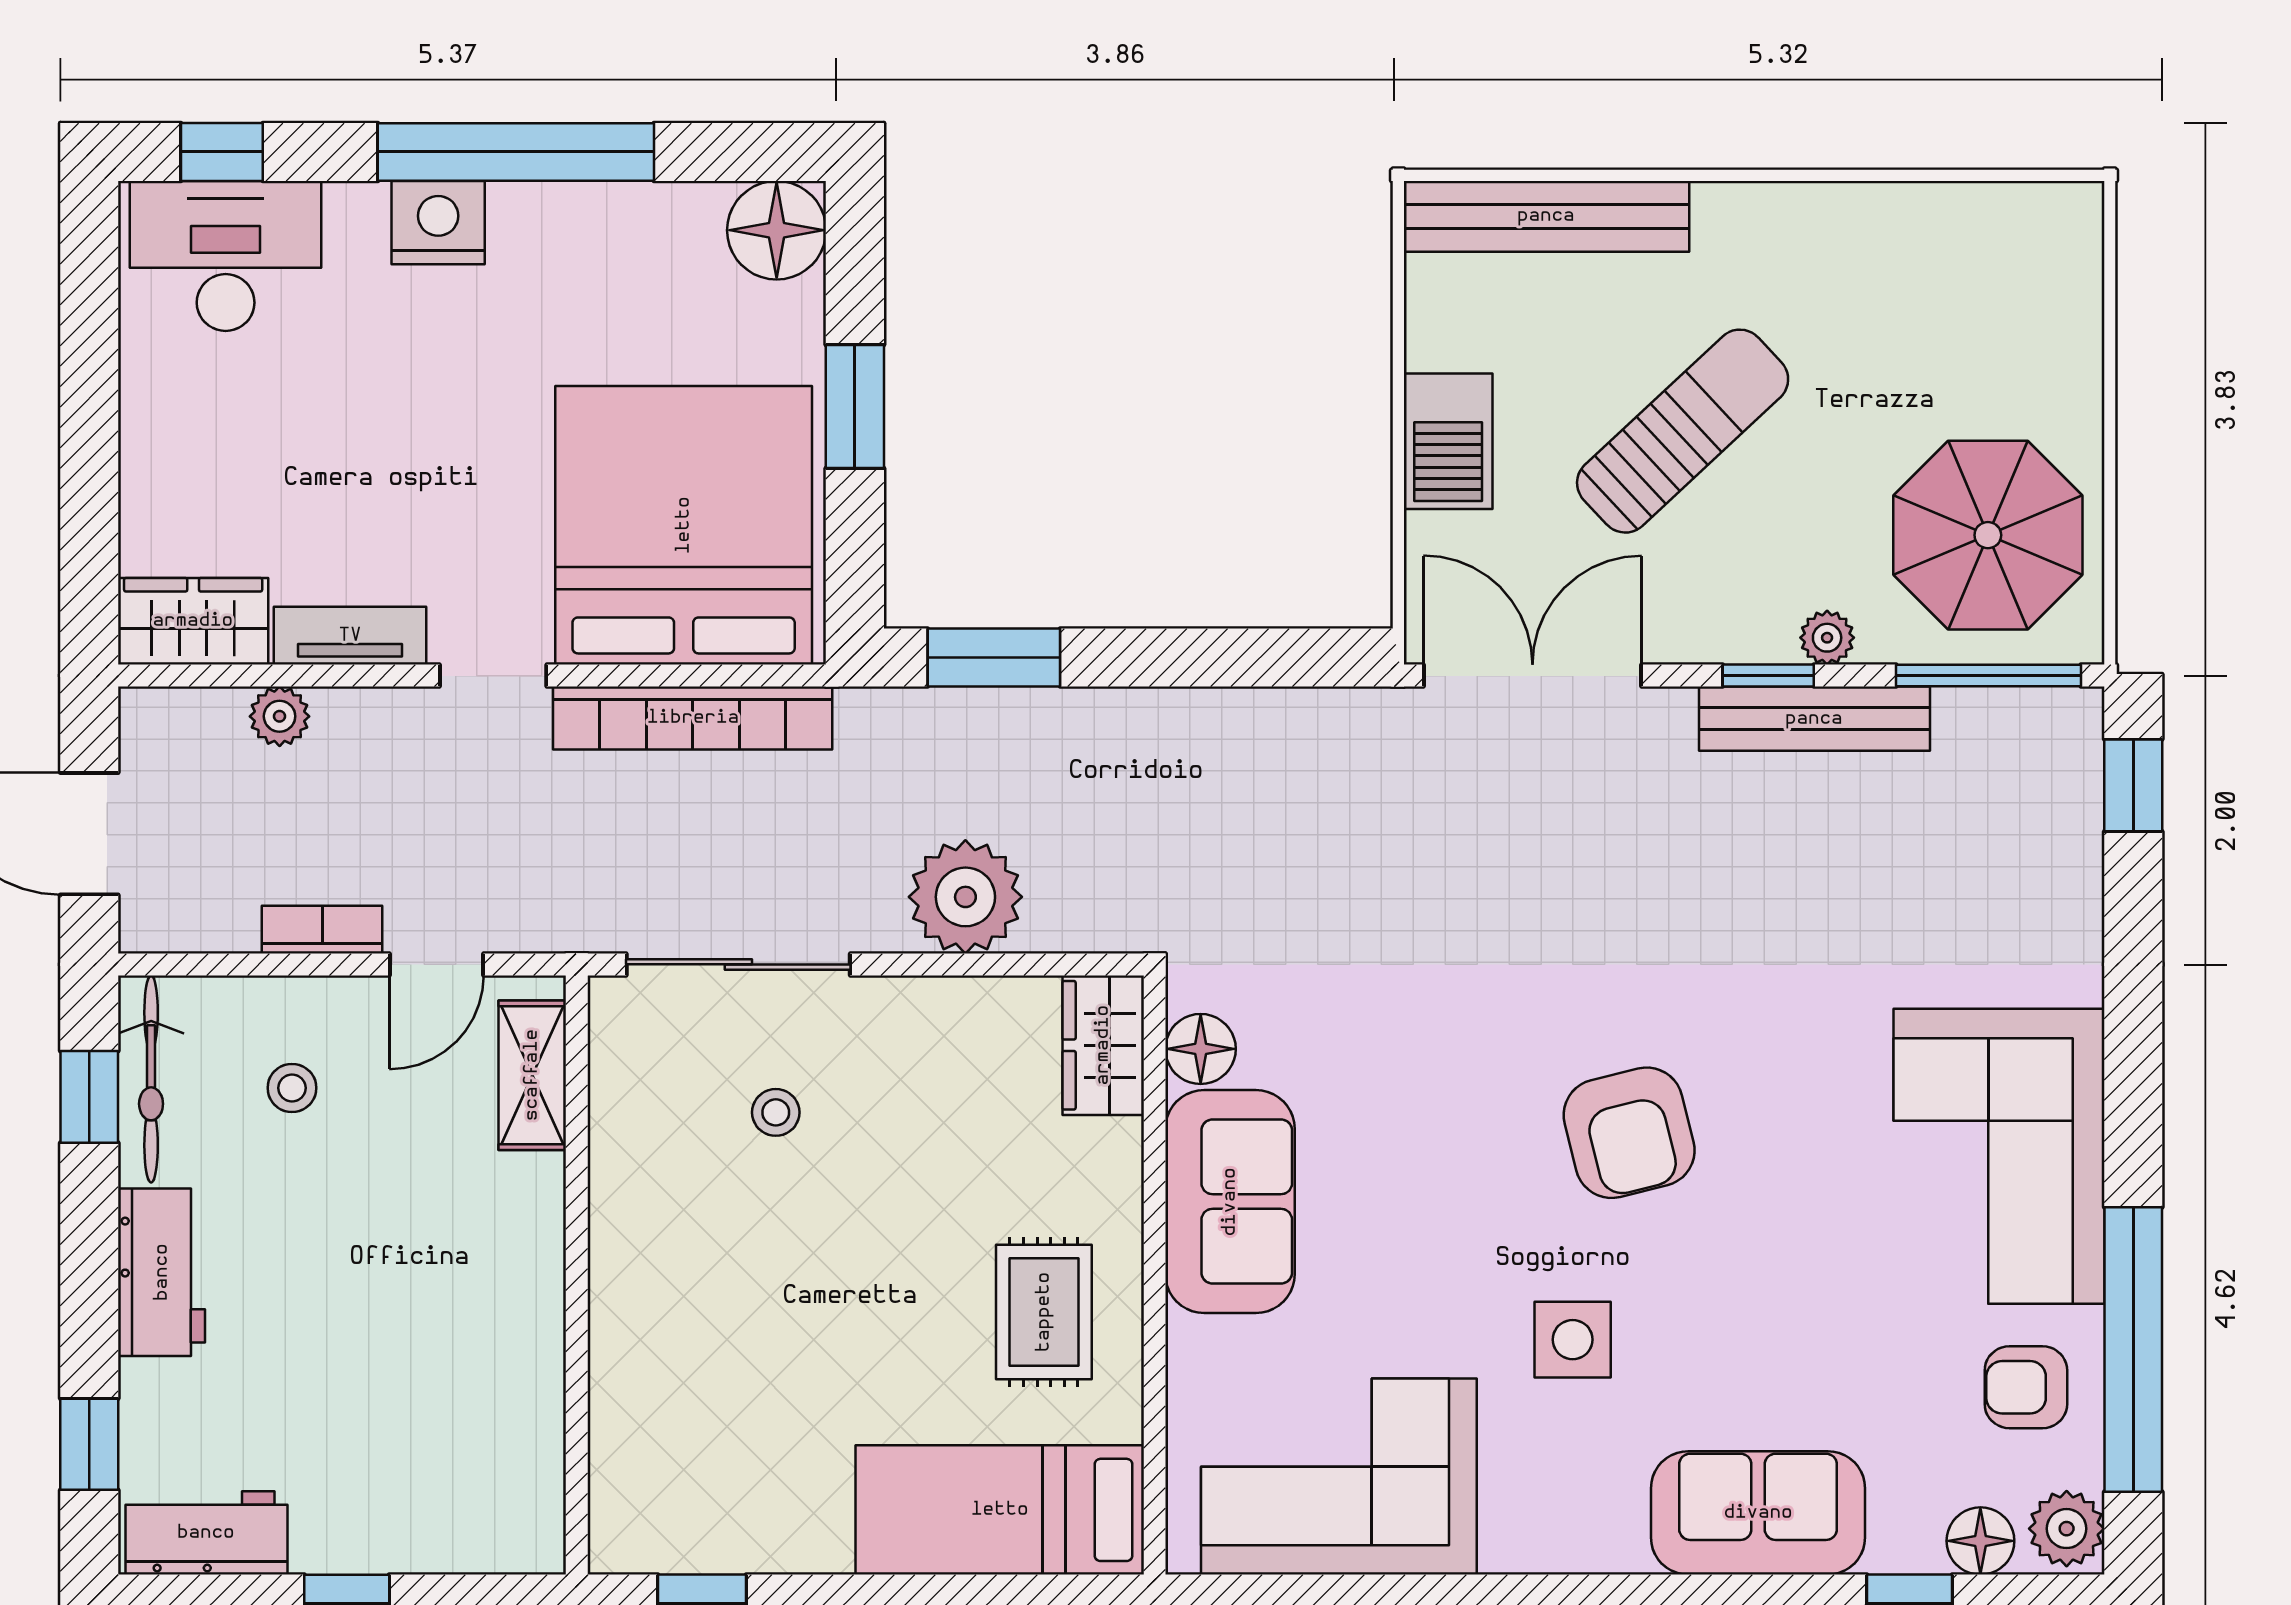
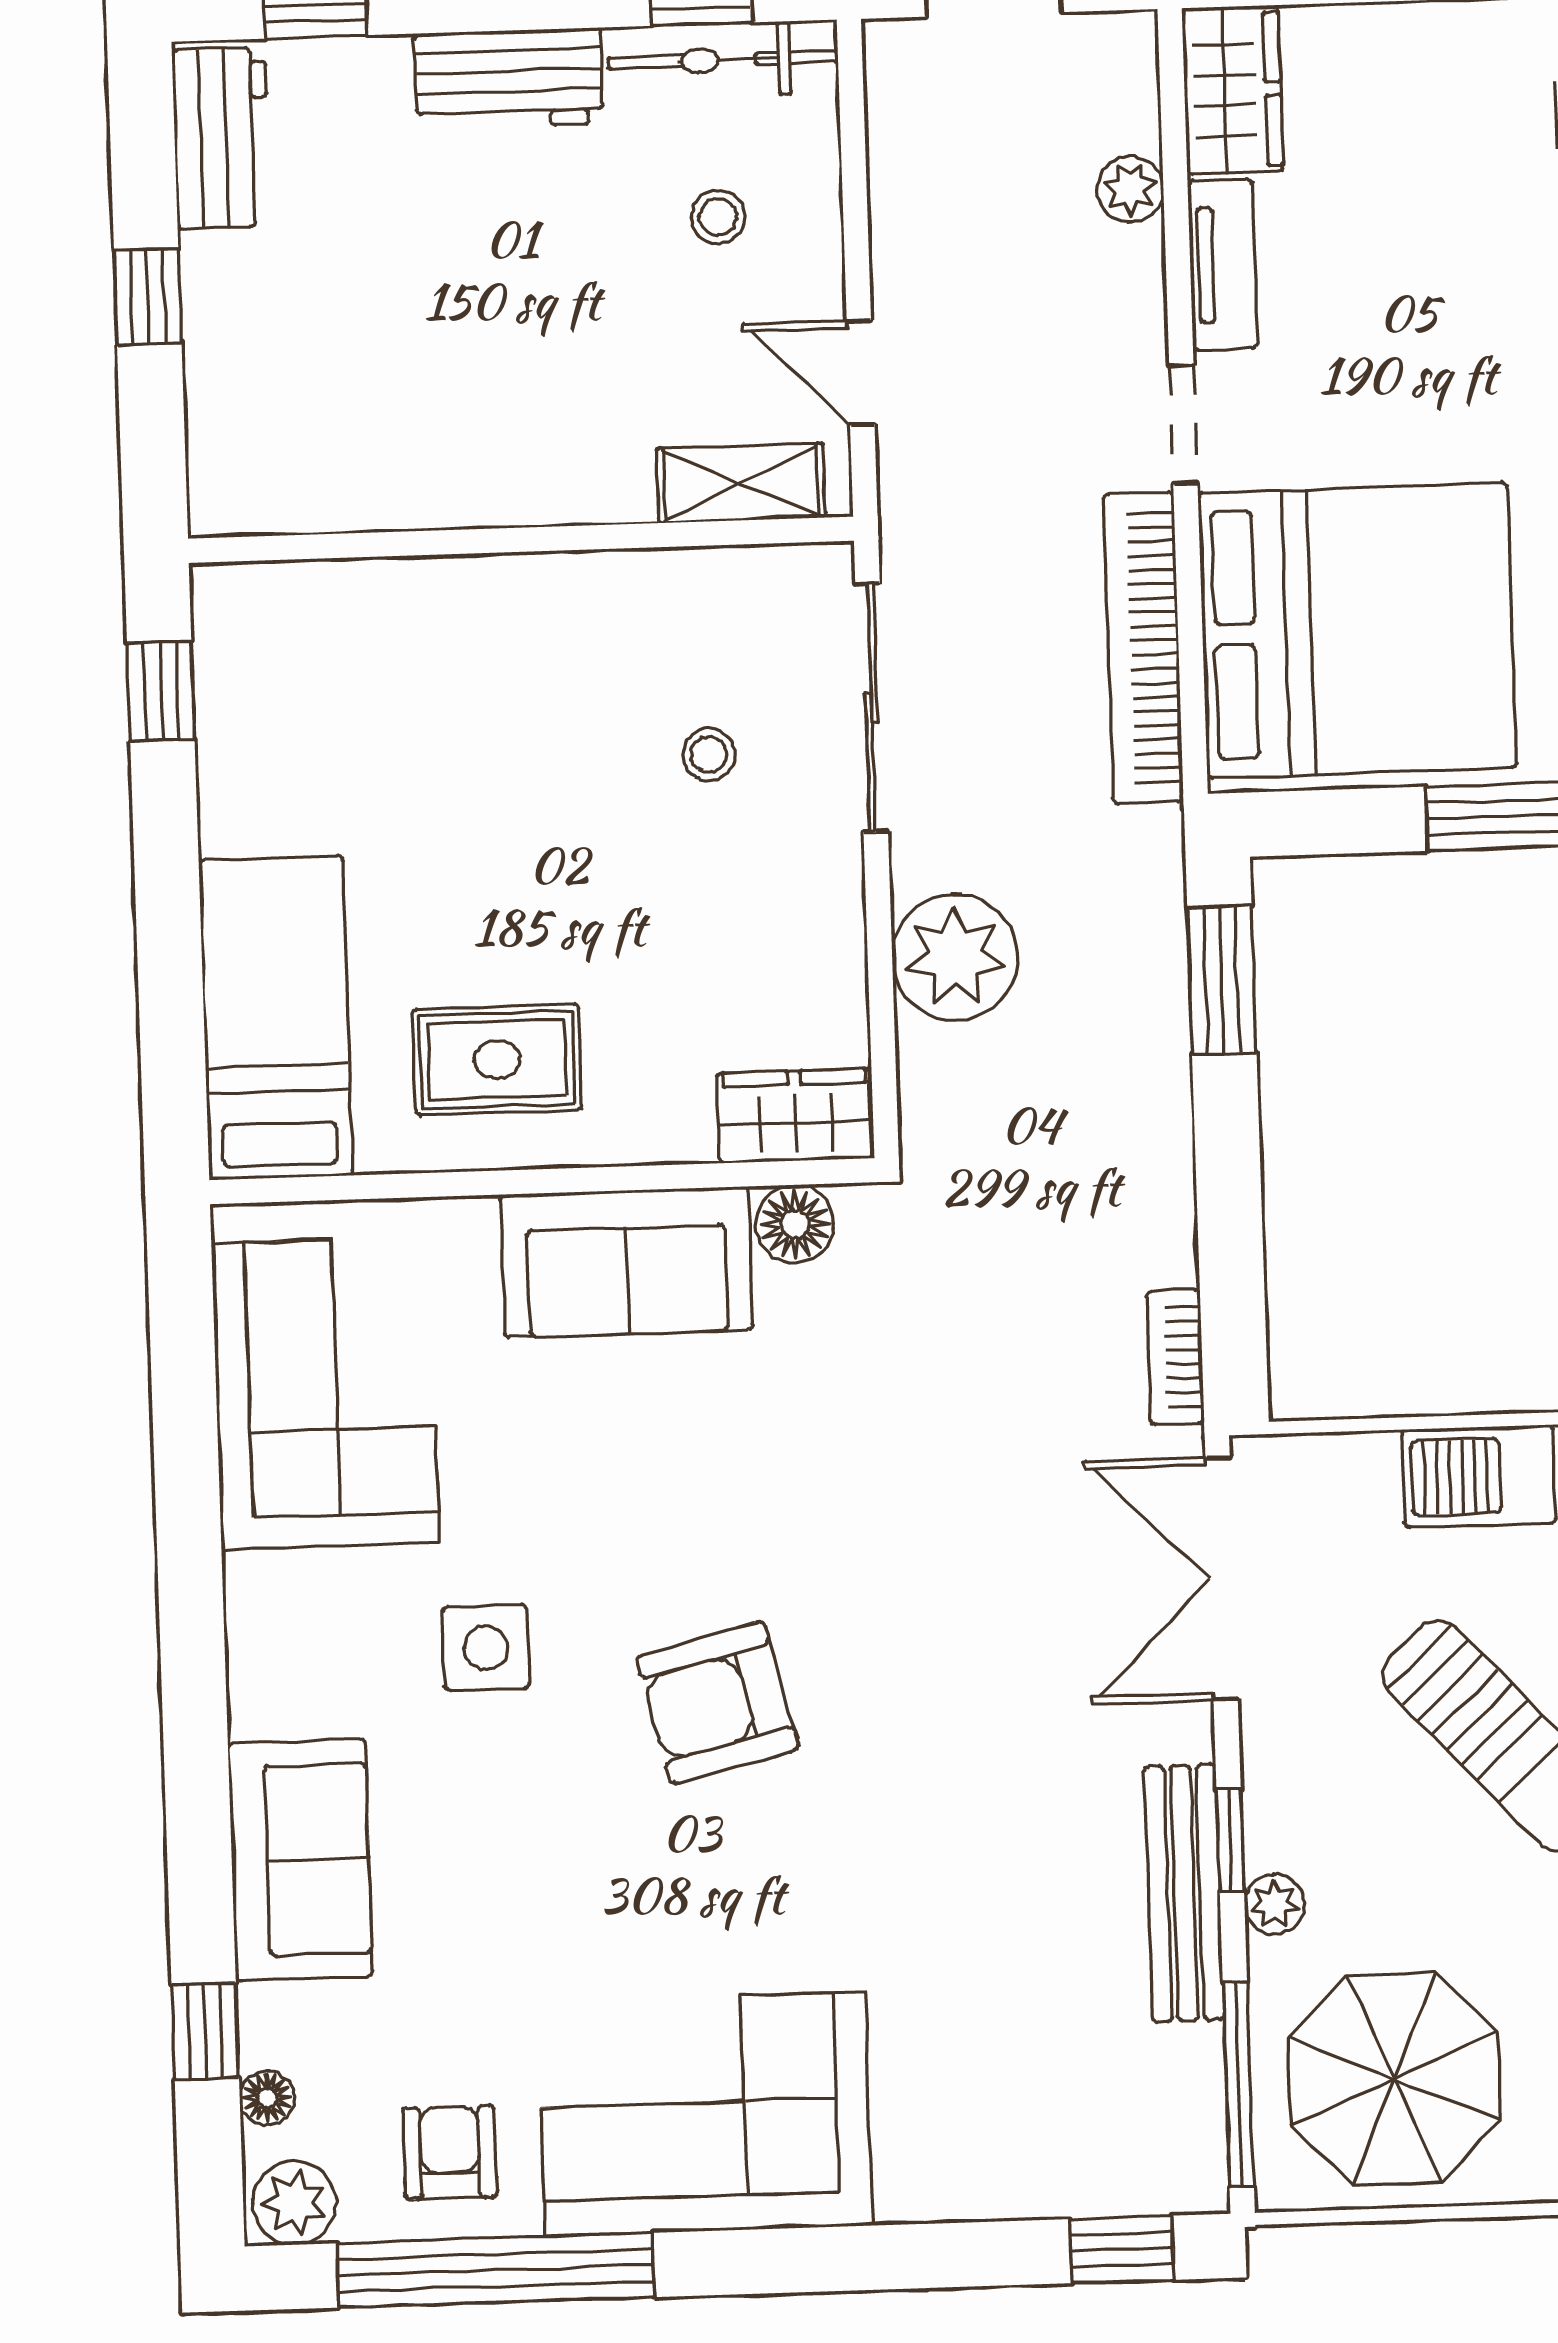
double door: (1533, 676) -> (1222, 1579), swing flipped
bookcase: (322, 930) -> (1175, 1357), moved, turned 180
floor lamp: (1980, 1541) -> (267, 2098), width x0.73, depth x0.73

